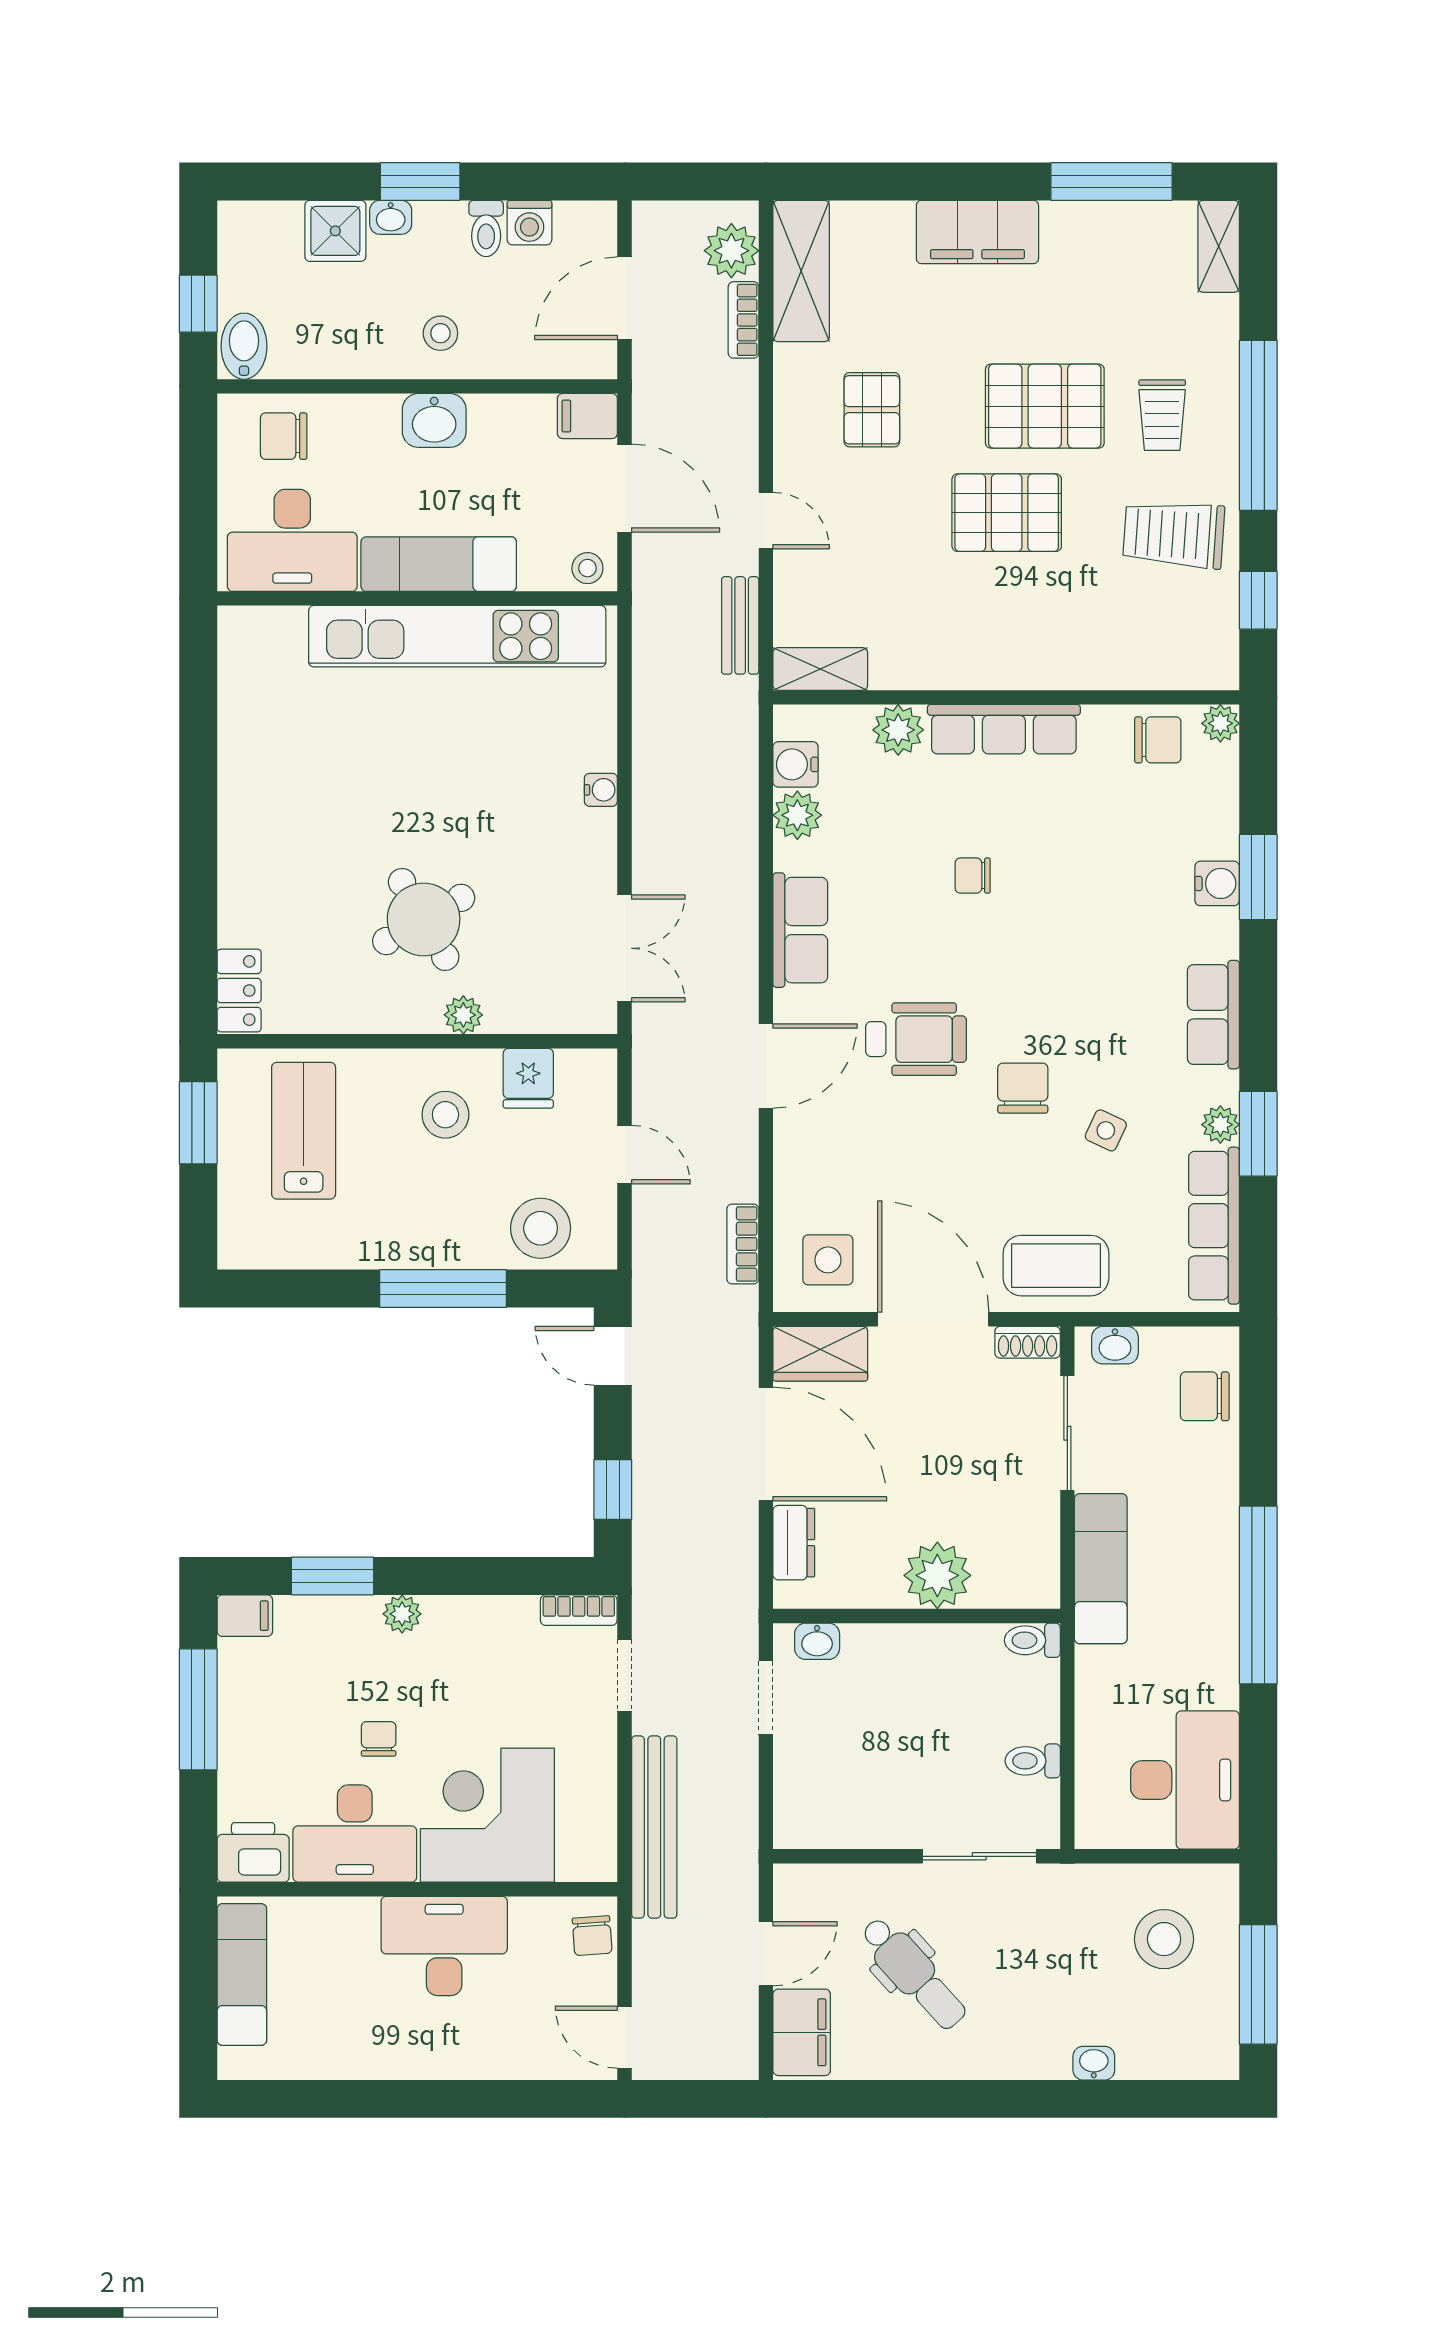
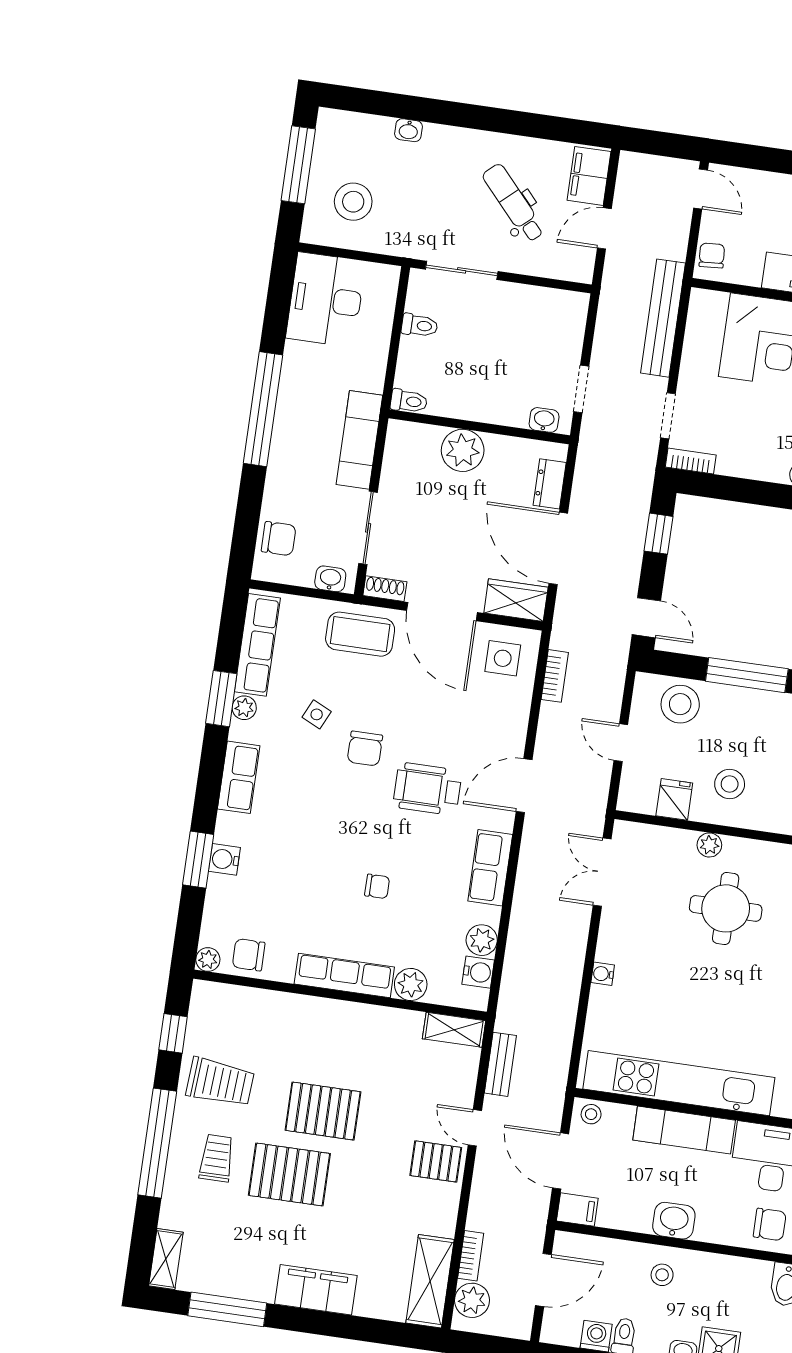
pallet: (872, 410) -> (436, 1161), moved, turned 90
round table: (424, 919) -> (726, 908), turned 30

